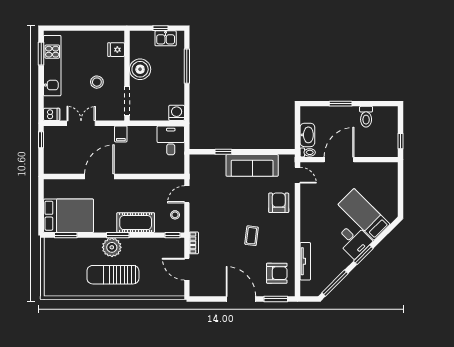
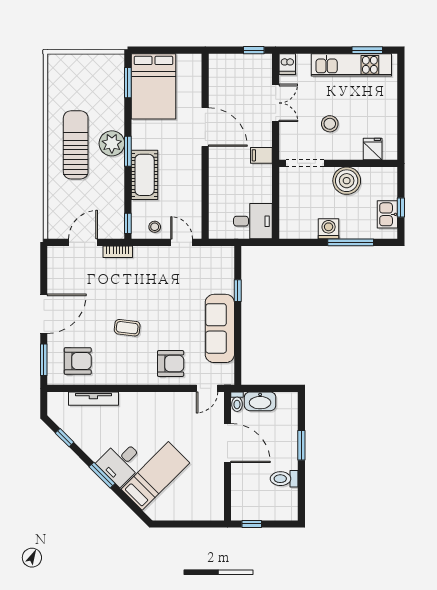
washing machine: (177, 113) -> (329, 229), moved, turned -90
armchair: (277, 273) -> (78, 361), turned -90
window: (335, 283) -> (65, 438), width x0.46

